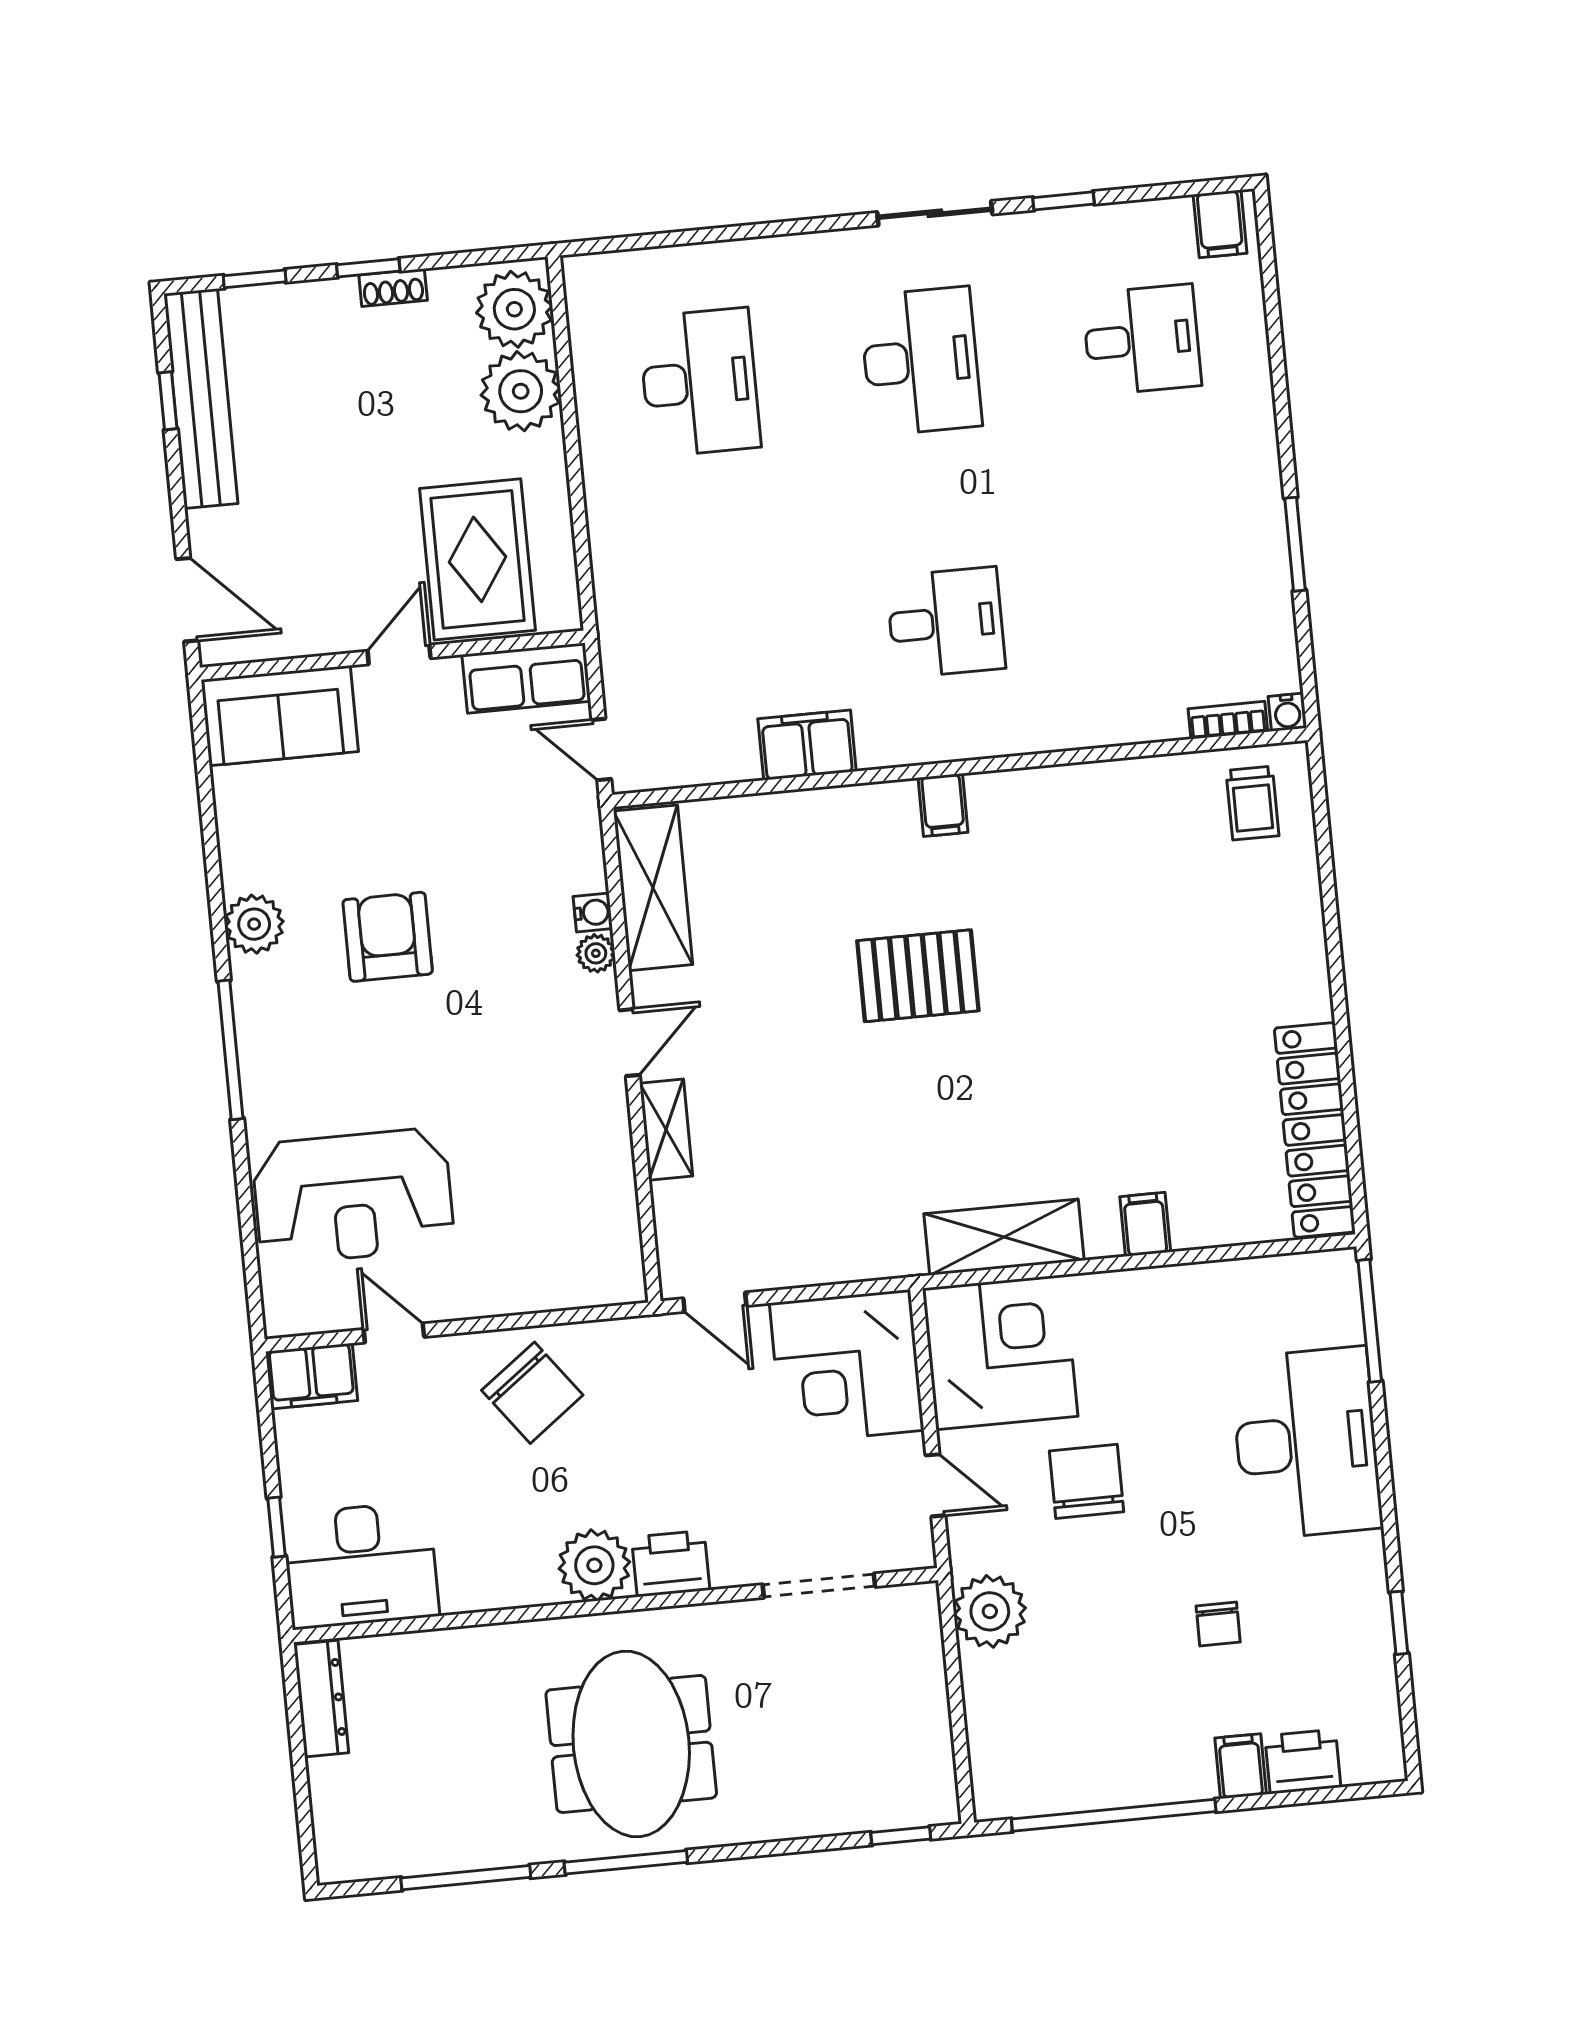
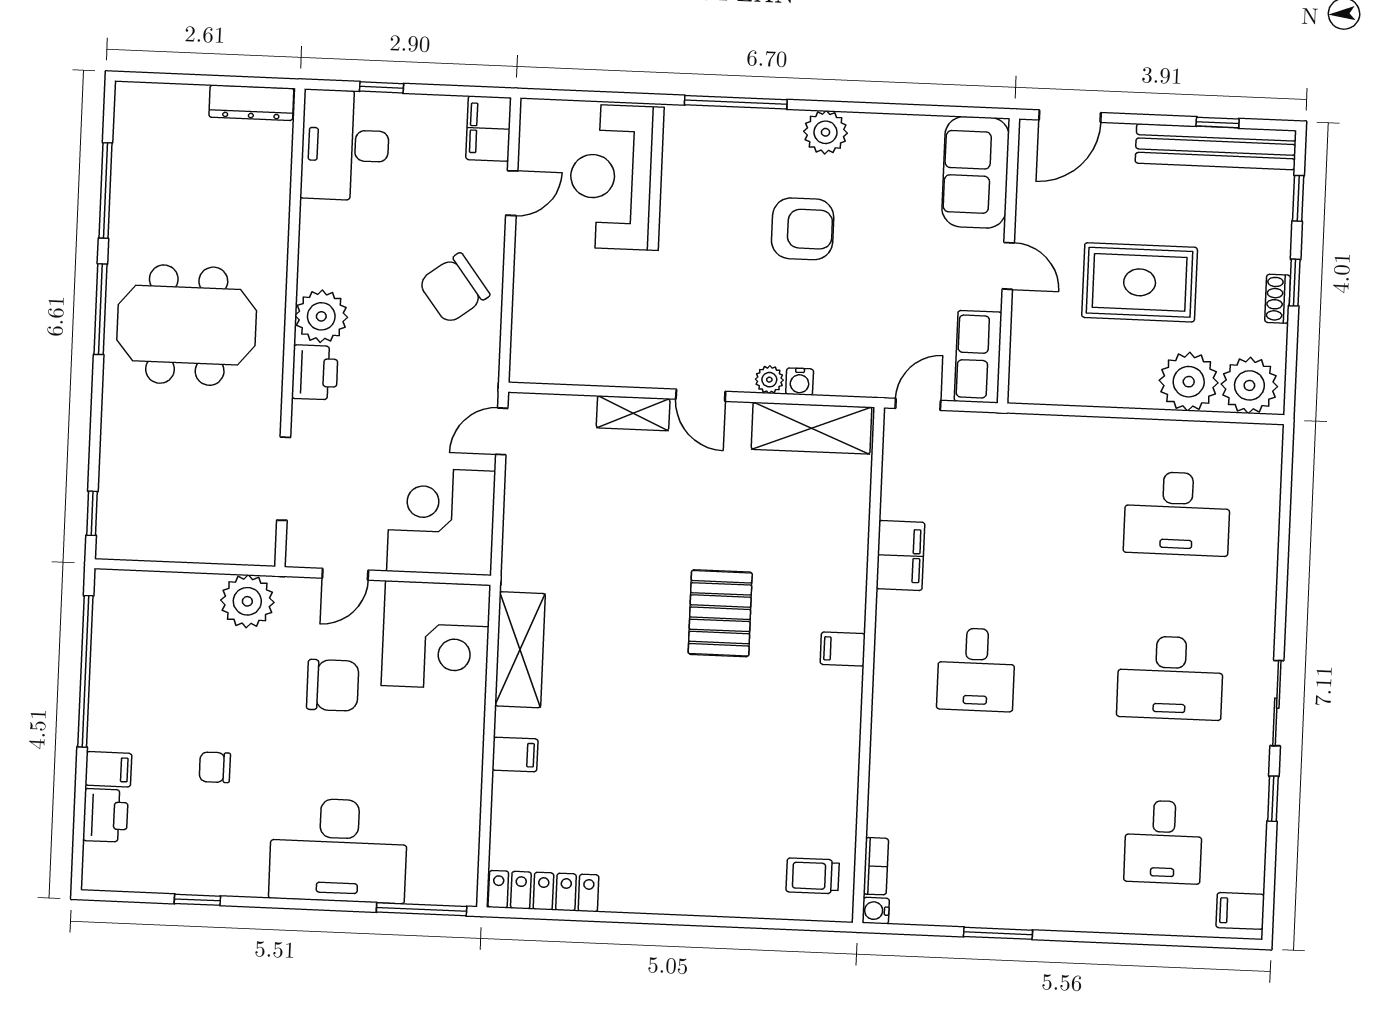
rug: (477, 559) -> (1140, 282), moved
locker: (1315, 1130) -> (543, 891), width x0.71, depth x0.83

